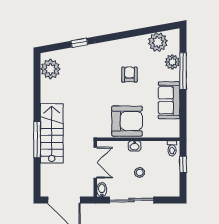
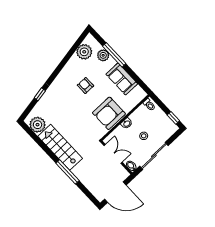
armchair: (127, 121) -> (109, 113), turned 180
stairs: (52, 133) -> (60, 147), moved
window: (183, 164) -> (173, 118), moved

